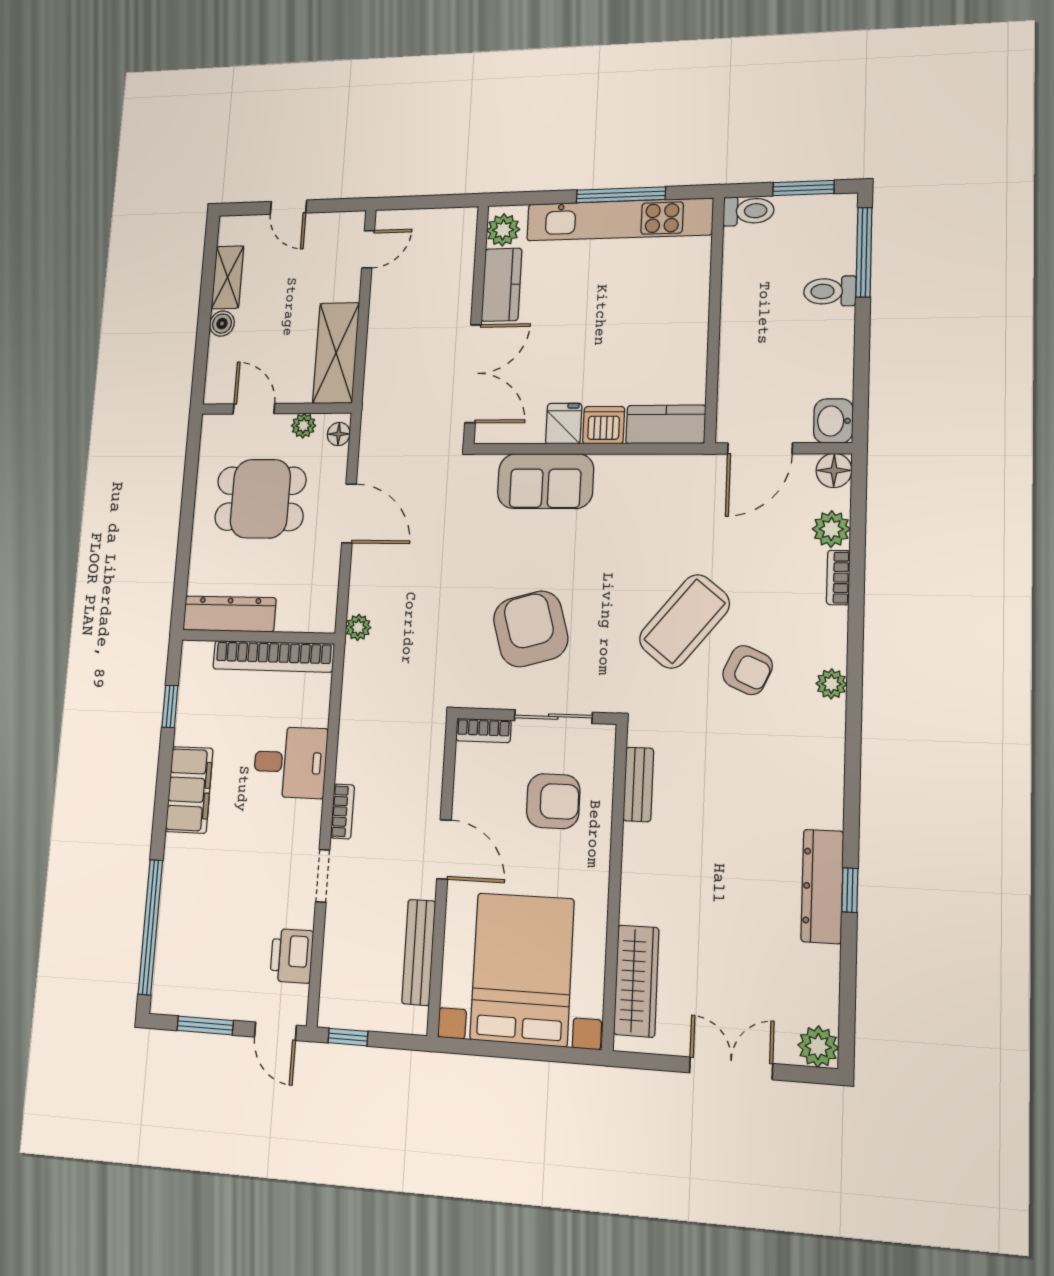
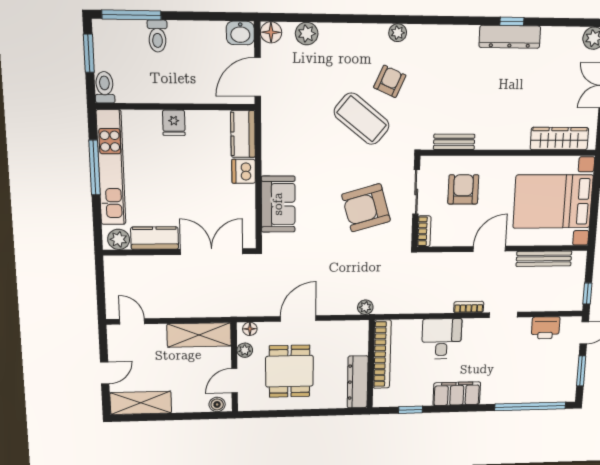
shelving: (228, 277) -> (141, 403), width x1.50, depth x1.33
boiler: (222, 324) -> (217, 404), moved
fridge: (564, 424) -> (174, 123), moved, turned -90
door: (760, 448) -> (258, 77), swing flipped
bookcase: (838, 578) -> (336, 29), removed

